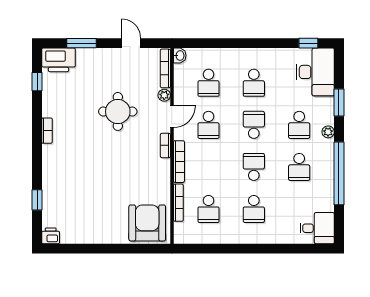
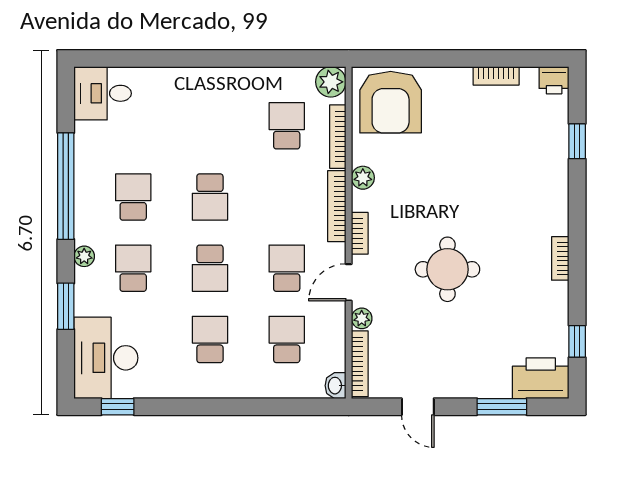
round table: (118, 111) -> (447, 269), moved
plant: (164, 178) -> (363, 178), added
school desk: (254, 209) -> (210, 126), removed
plant: (182, 235) -> (331, 82), added
bookcase: (85, 238) -> (496, 76), added

